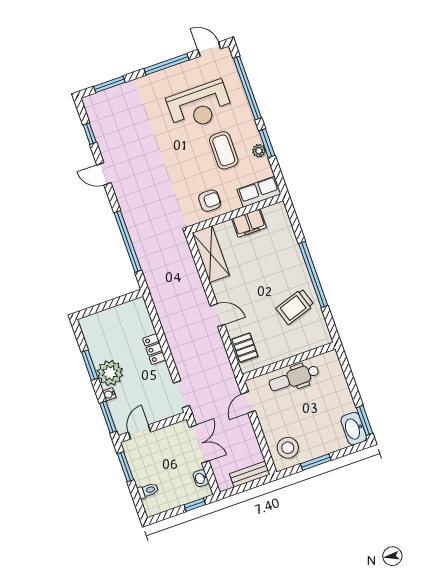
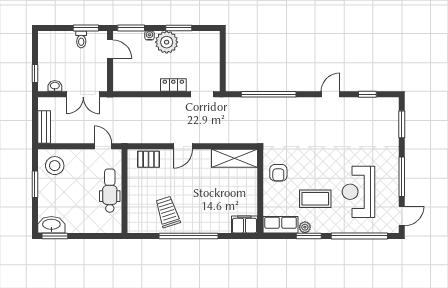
row of seats: (259, 192) -> (281, 225), moved, turned -90
filing cabinet: (249, 223) -> (244, 224), moved, turned 90
doorway: (181, 394) -> (202, 94), moved
toilet: (148, 490) -> (81, 39), moved

